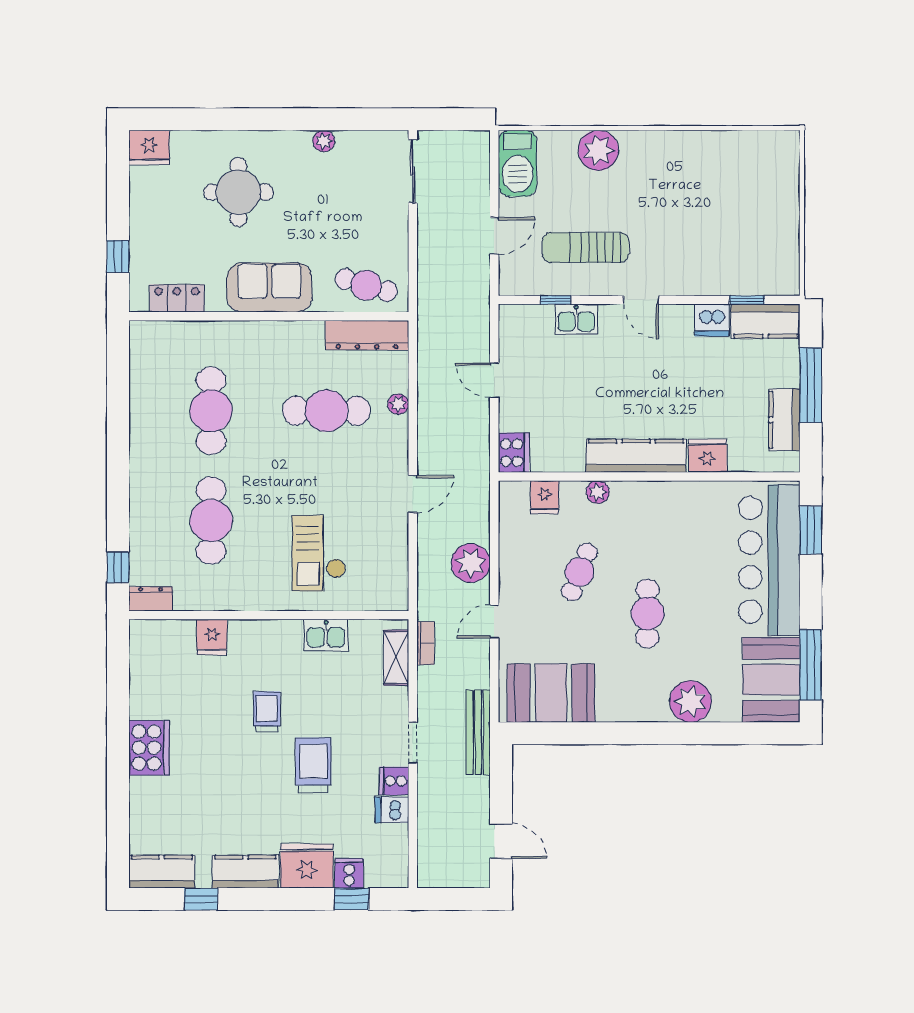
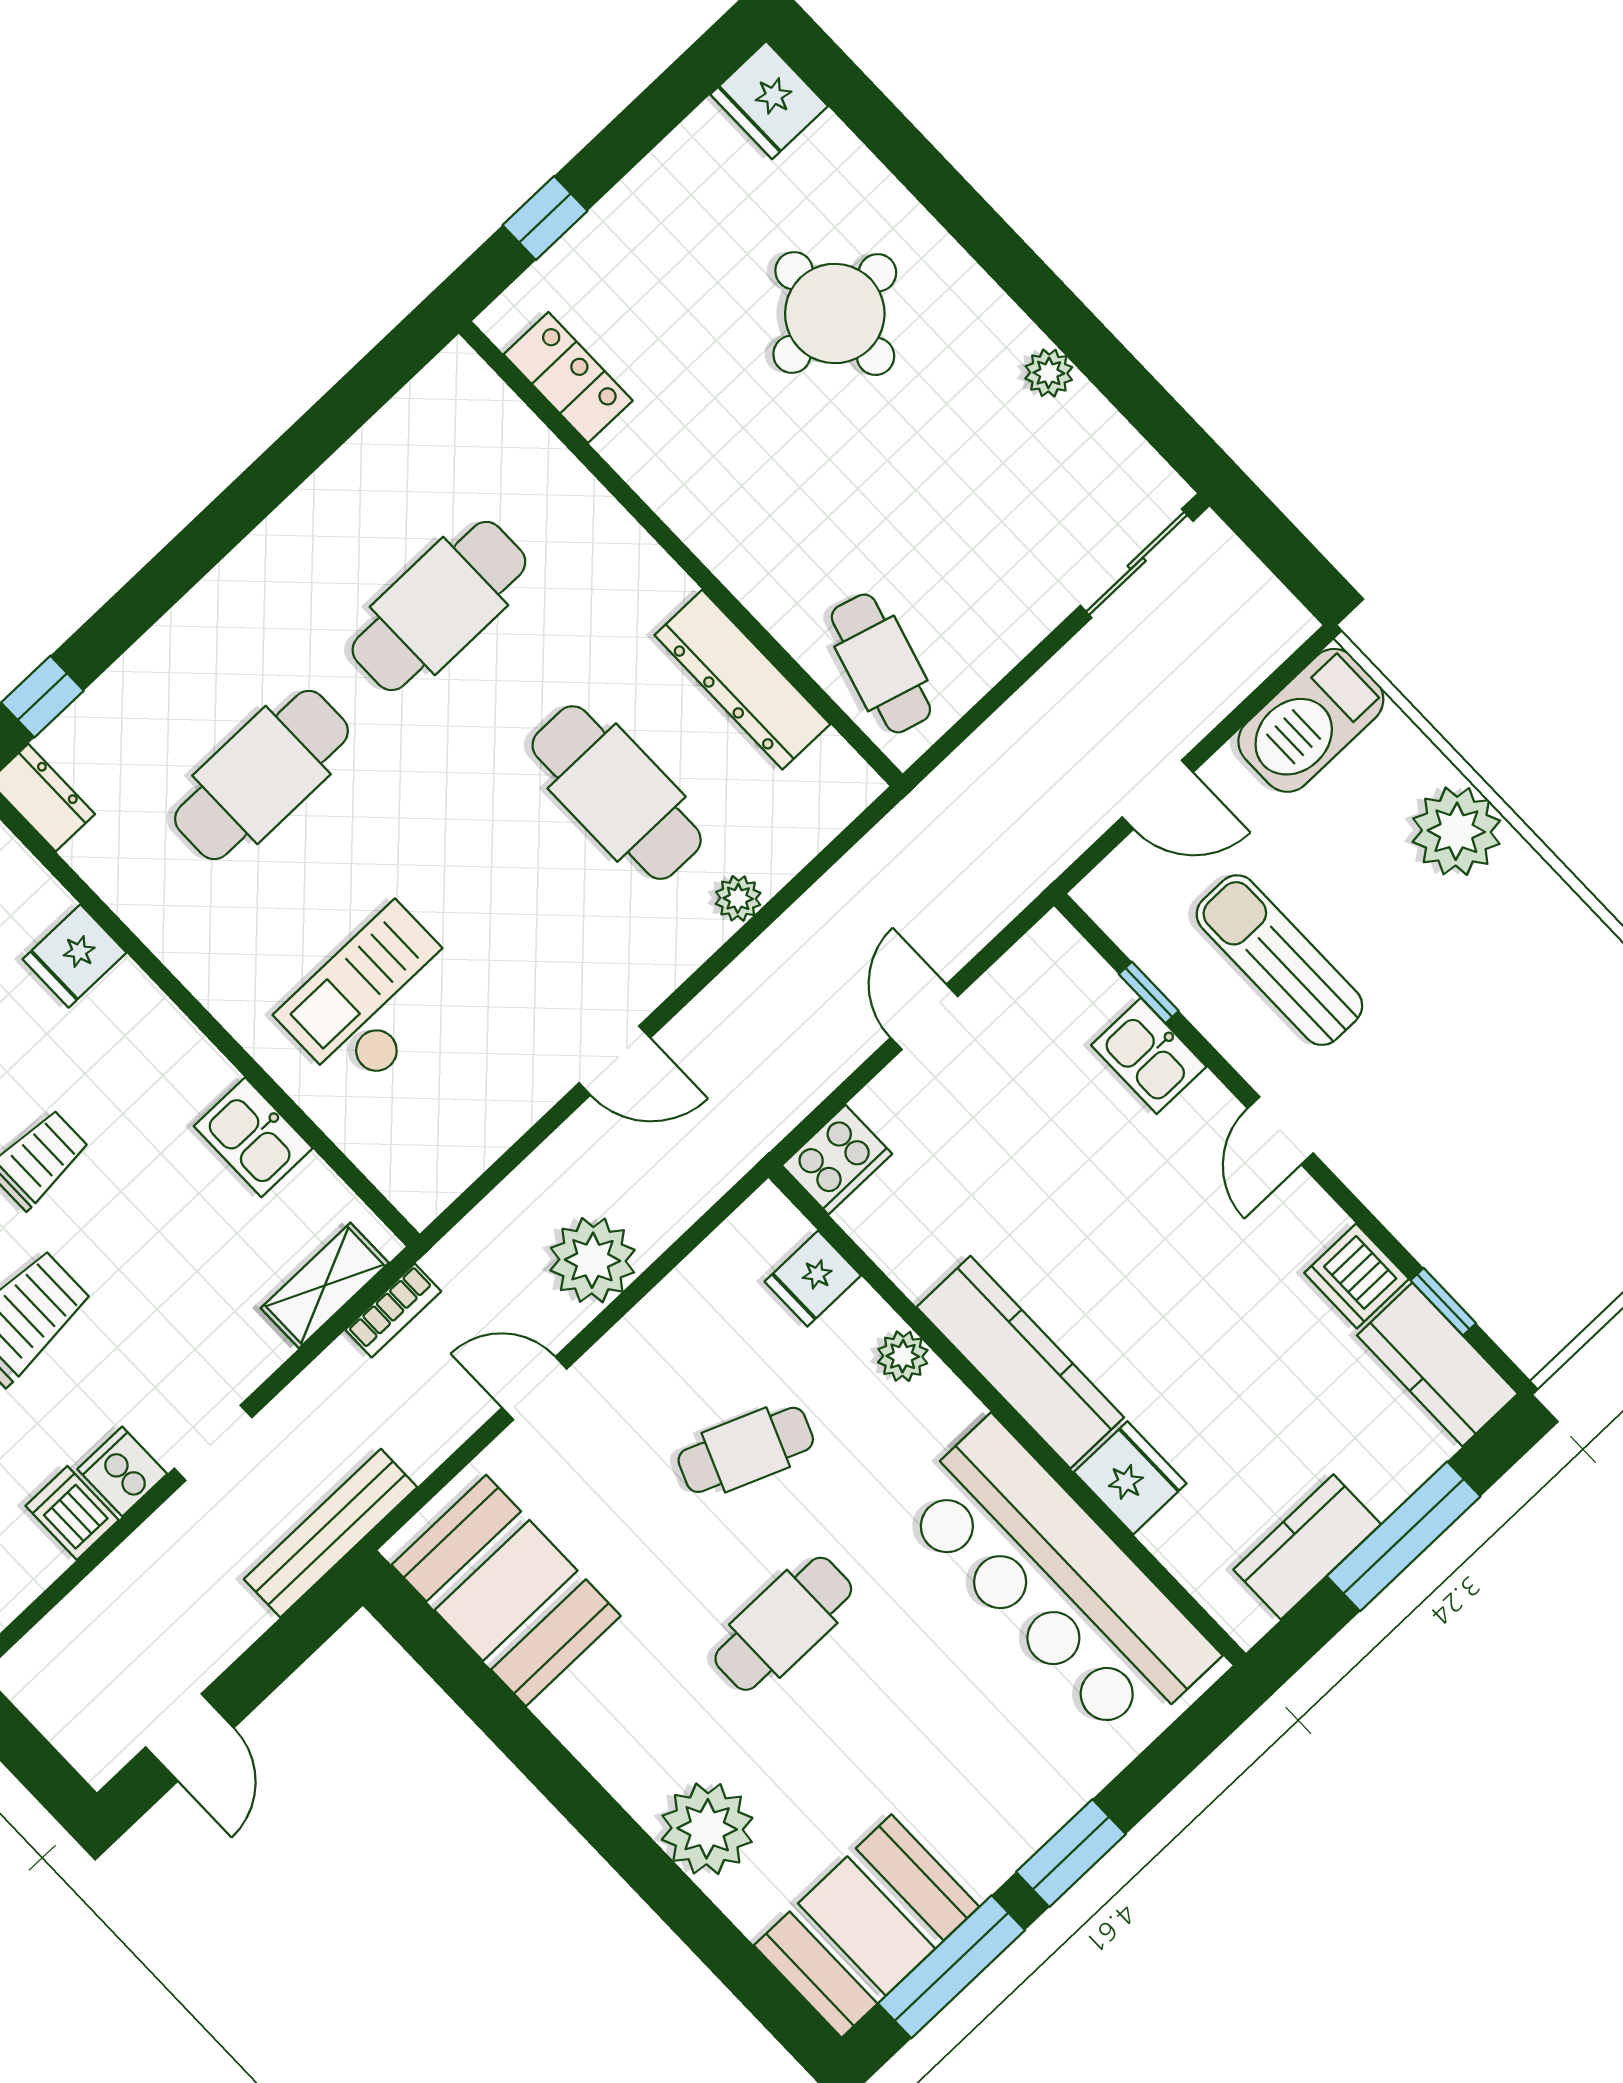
sofa: (269, 288) -> (728, 511), removed
dresser: (367, 335) -> (742, 680), moved
window: (811, 530) -> (1071, 1853), moved
bar counter: (769, 560) -> (1058, 1581), moved, turned -90

